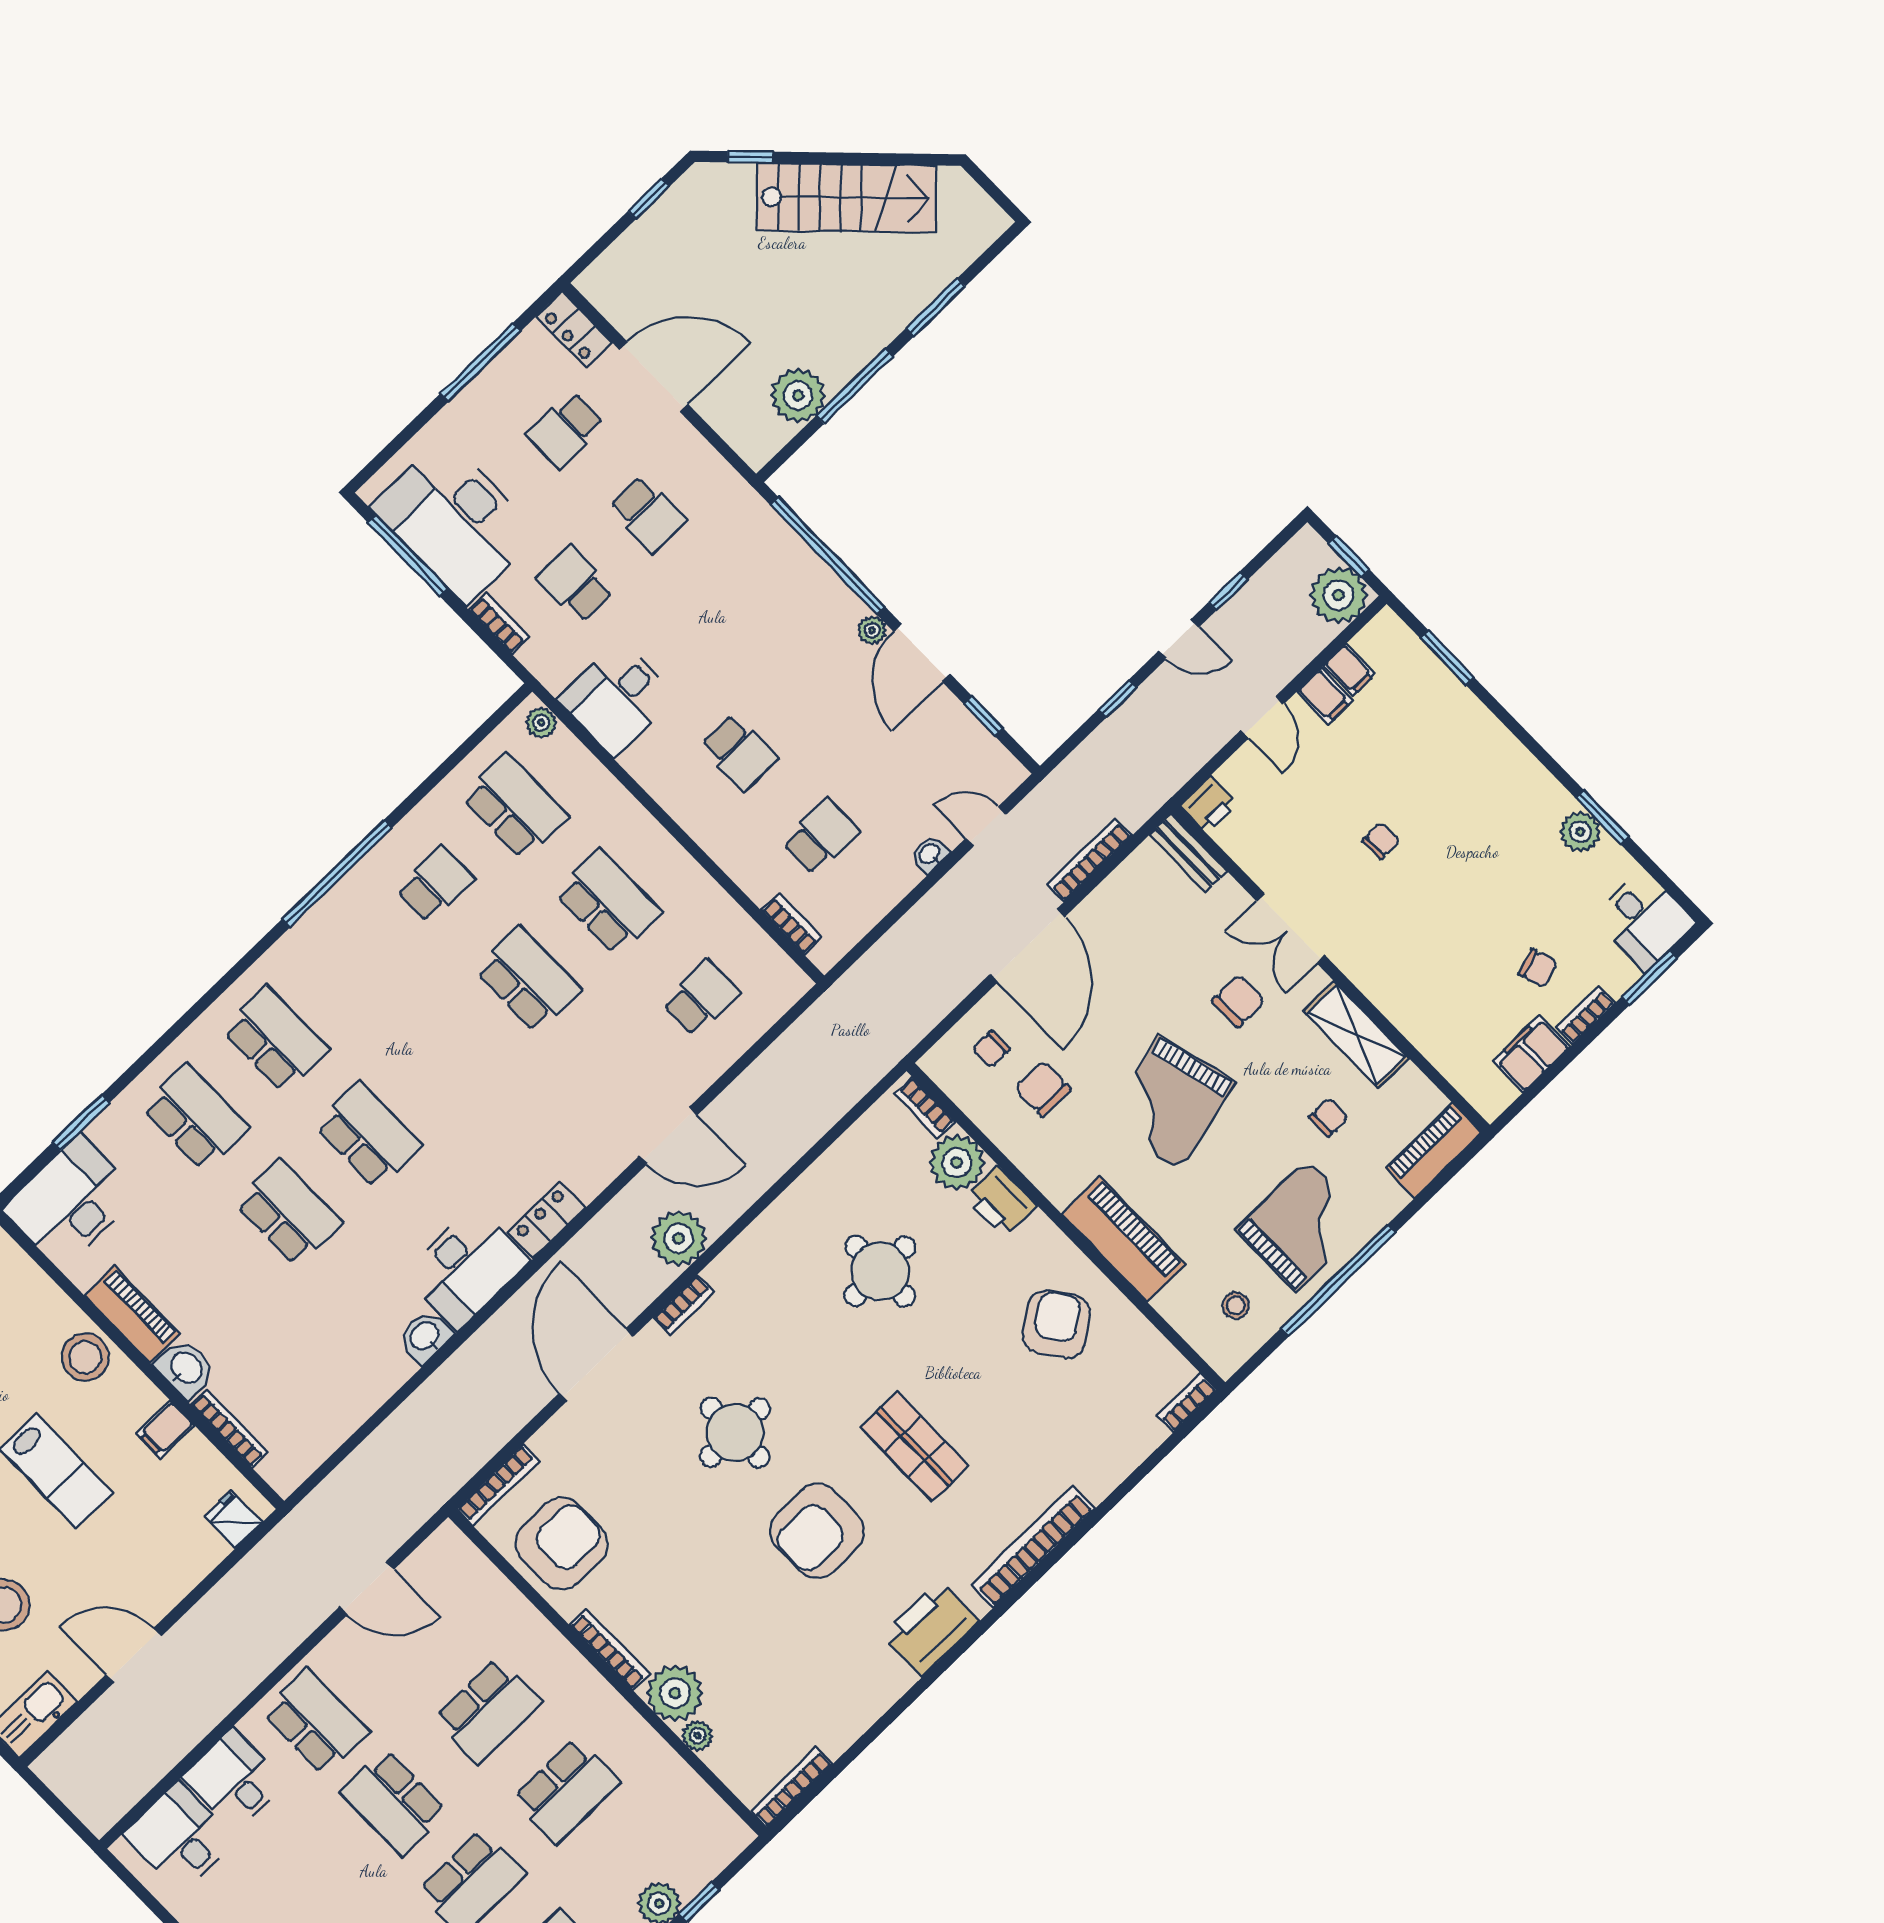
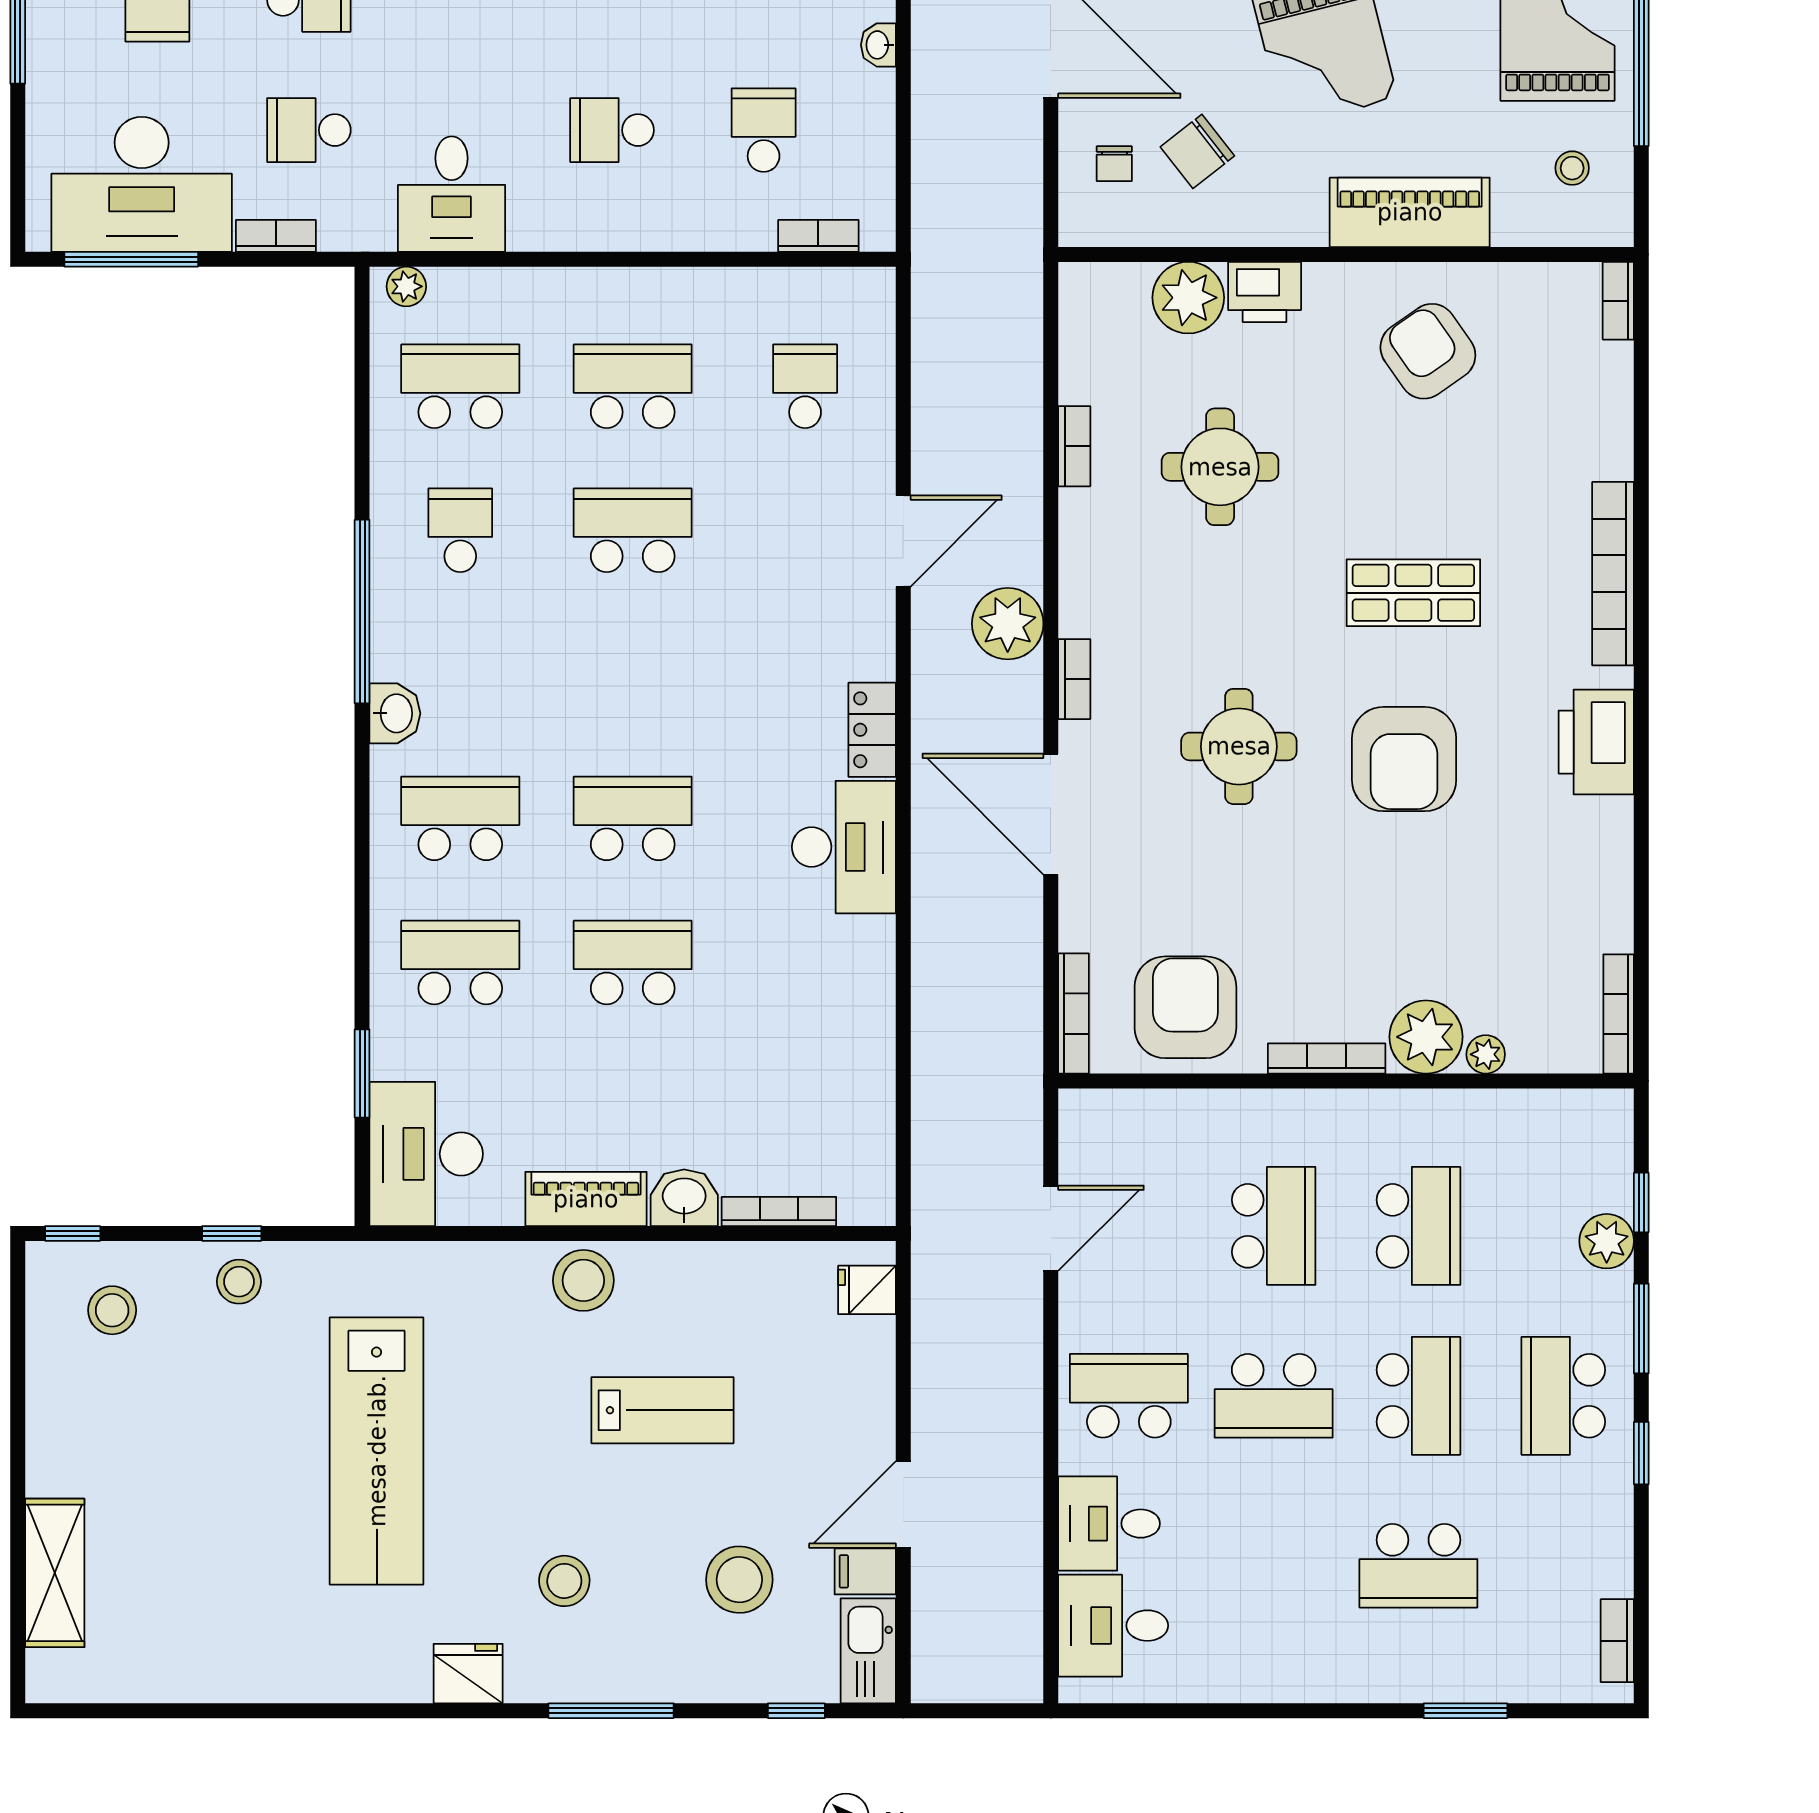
school desk: (739, 752) -> (612, 130), turned 180
chair: (1043, 1089) -> (1197, 151), turned -38
bookcase: (925, 1107) -> (1074, 446), moved, turned -90
washbasin: (425, 1337) -> (395, 713), moved, turned 180
filing cabinet: (165, 1429) -> (865, 1571), moved, turned 90

